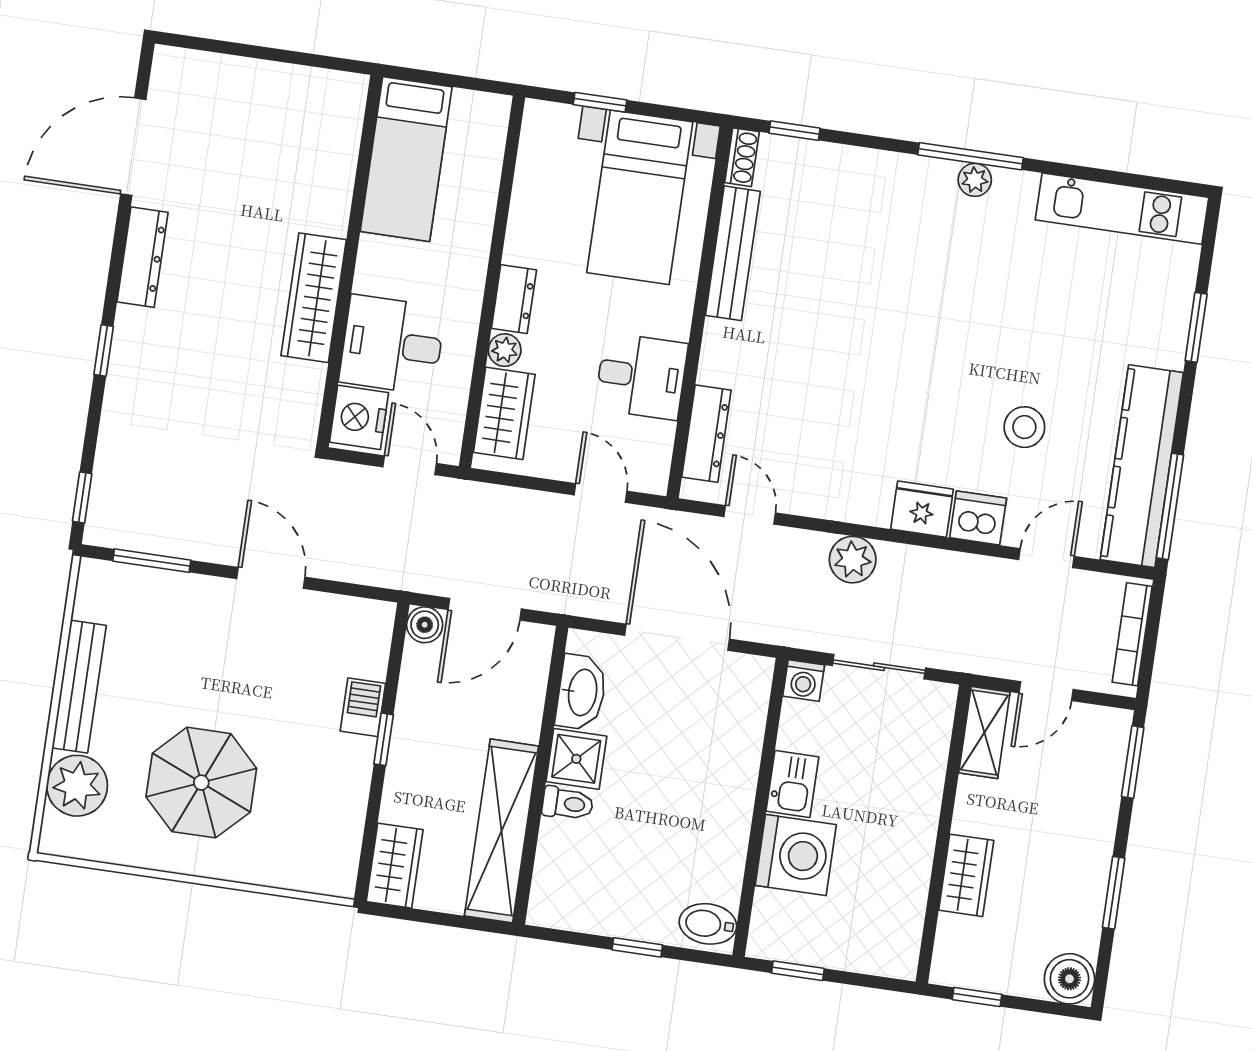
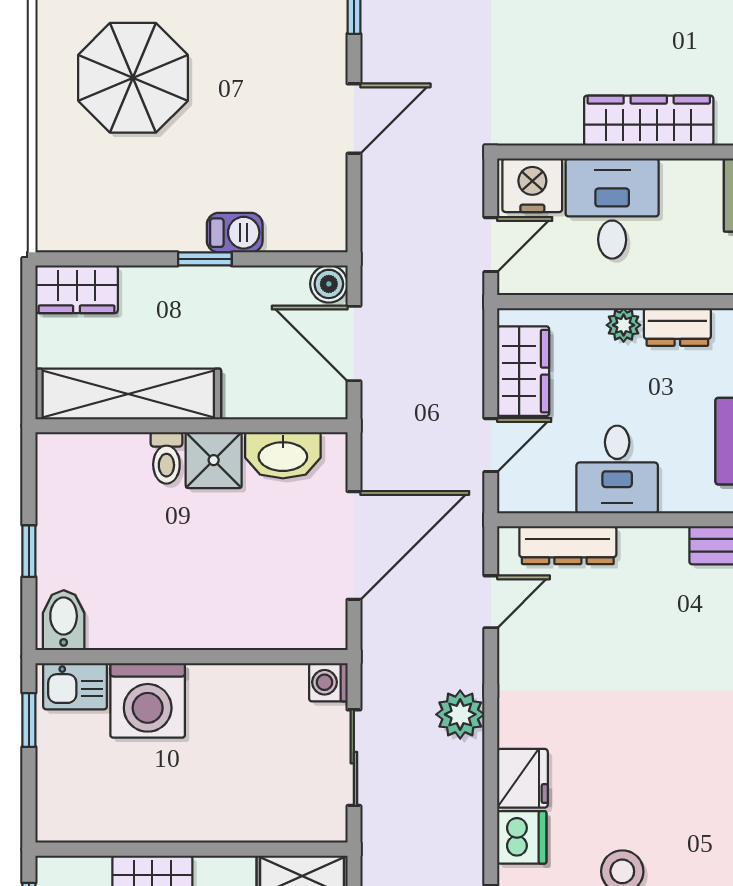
wardrobe: (504, 413) -> (523, 371), moved, turned -90
kitchen sink: (792, 784) -> (75, 686), moved

